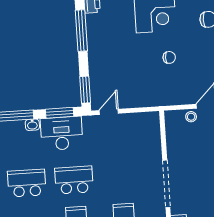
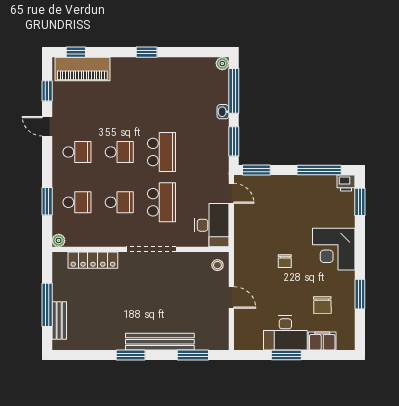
stool: (191, 117) -> (217, 265), moved
desk: (62, 133) -> (212, 225), moved
school desk: (27, 183) -> (162, 202), moved

